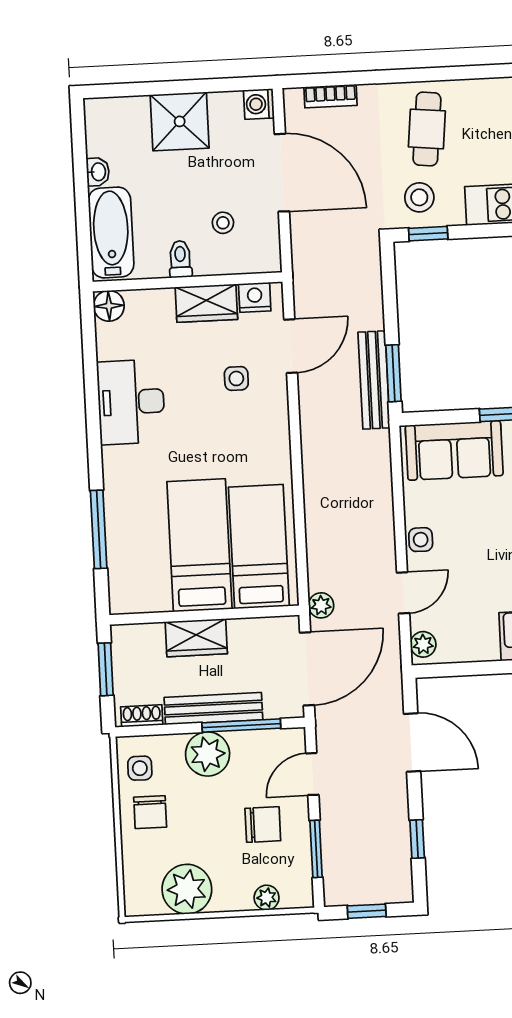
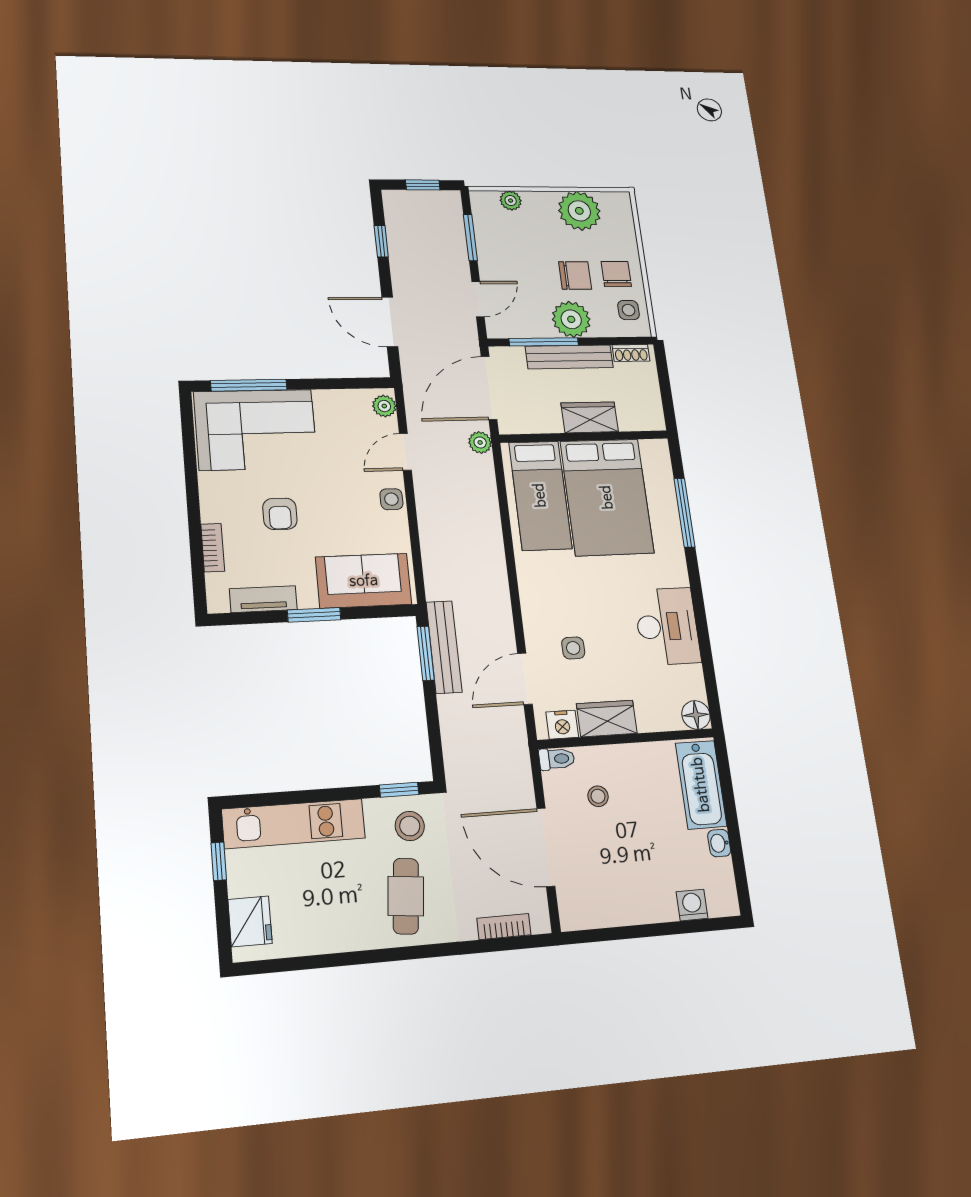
washing machine: (259, 104) -> (692, 905), moved, turned -90
shower: (180, 121) -> (648, 895), removed
toilet: (180, 259) -> (557, 759), moved, turned -90
bed: (199, 545) -> (607, 497), width x1.50
window: (106, 669) -> (666, 393), removed
chair: (263, 825) -> (575, 275), moved, turned 180

